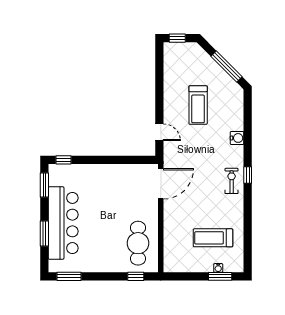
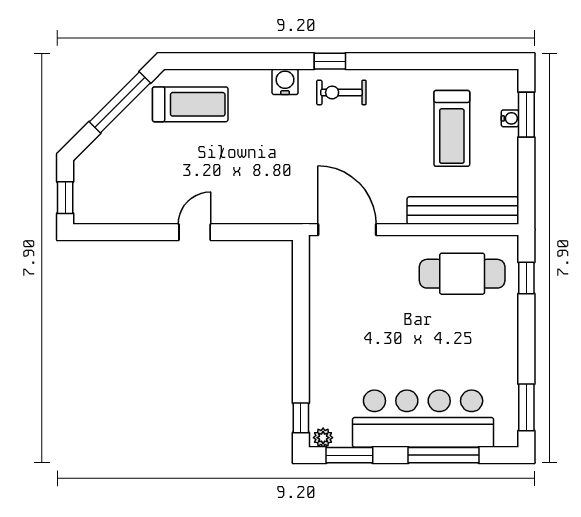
treadmill: (198, 105) -> (190, 104), moved
door: (159, 132) -> (195, 232), moved
water cooler: (237, 138) -> (285, 82), moved
plant: (53, 171) -> (323, 438), added
window: (44, 234) -> (443, 455), width x1.44
bench: (171, 244) -> (463, 211), added

